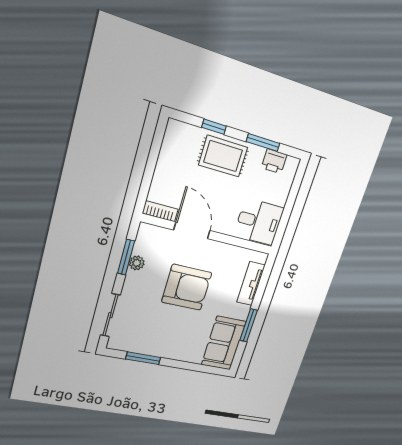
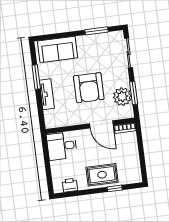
window: (263, 142) -> (82, 193), removed
plant: (137, 263) -> (122, 97), width x1.87, depth x1.87
tv unit: (251, 284) -> (47, 94), moved
armchair: (187, 287) -> (89, 88), turned -90
sofa: (224, 343) -> (58, 49), moved, turned 90

